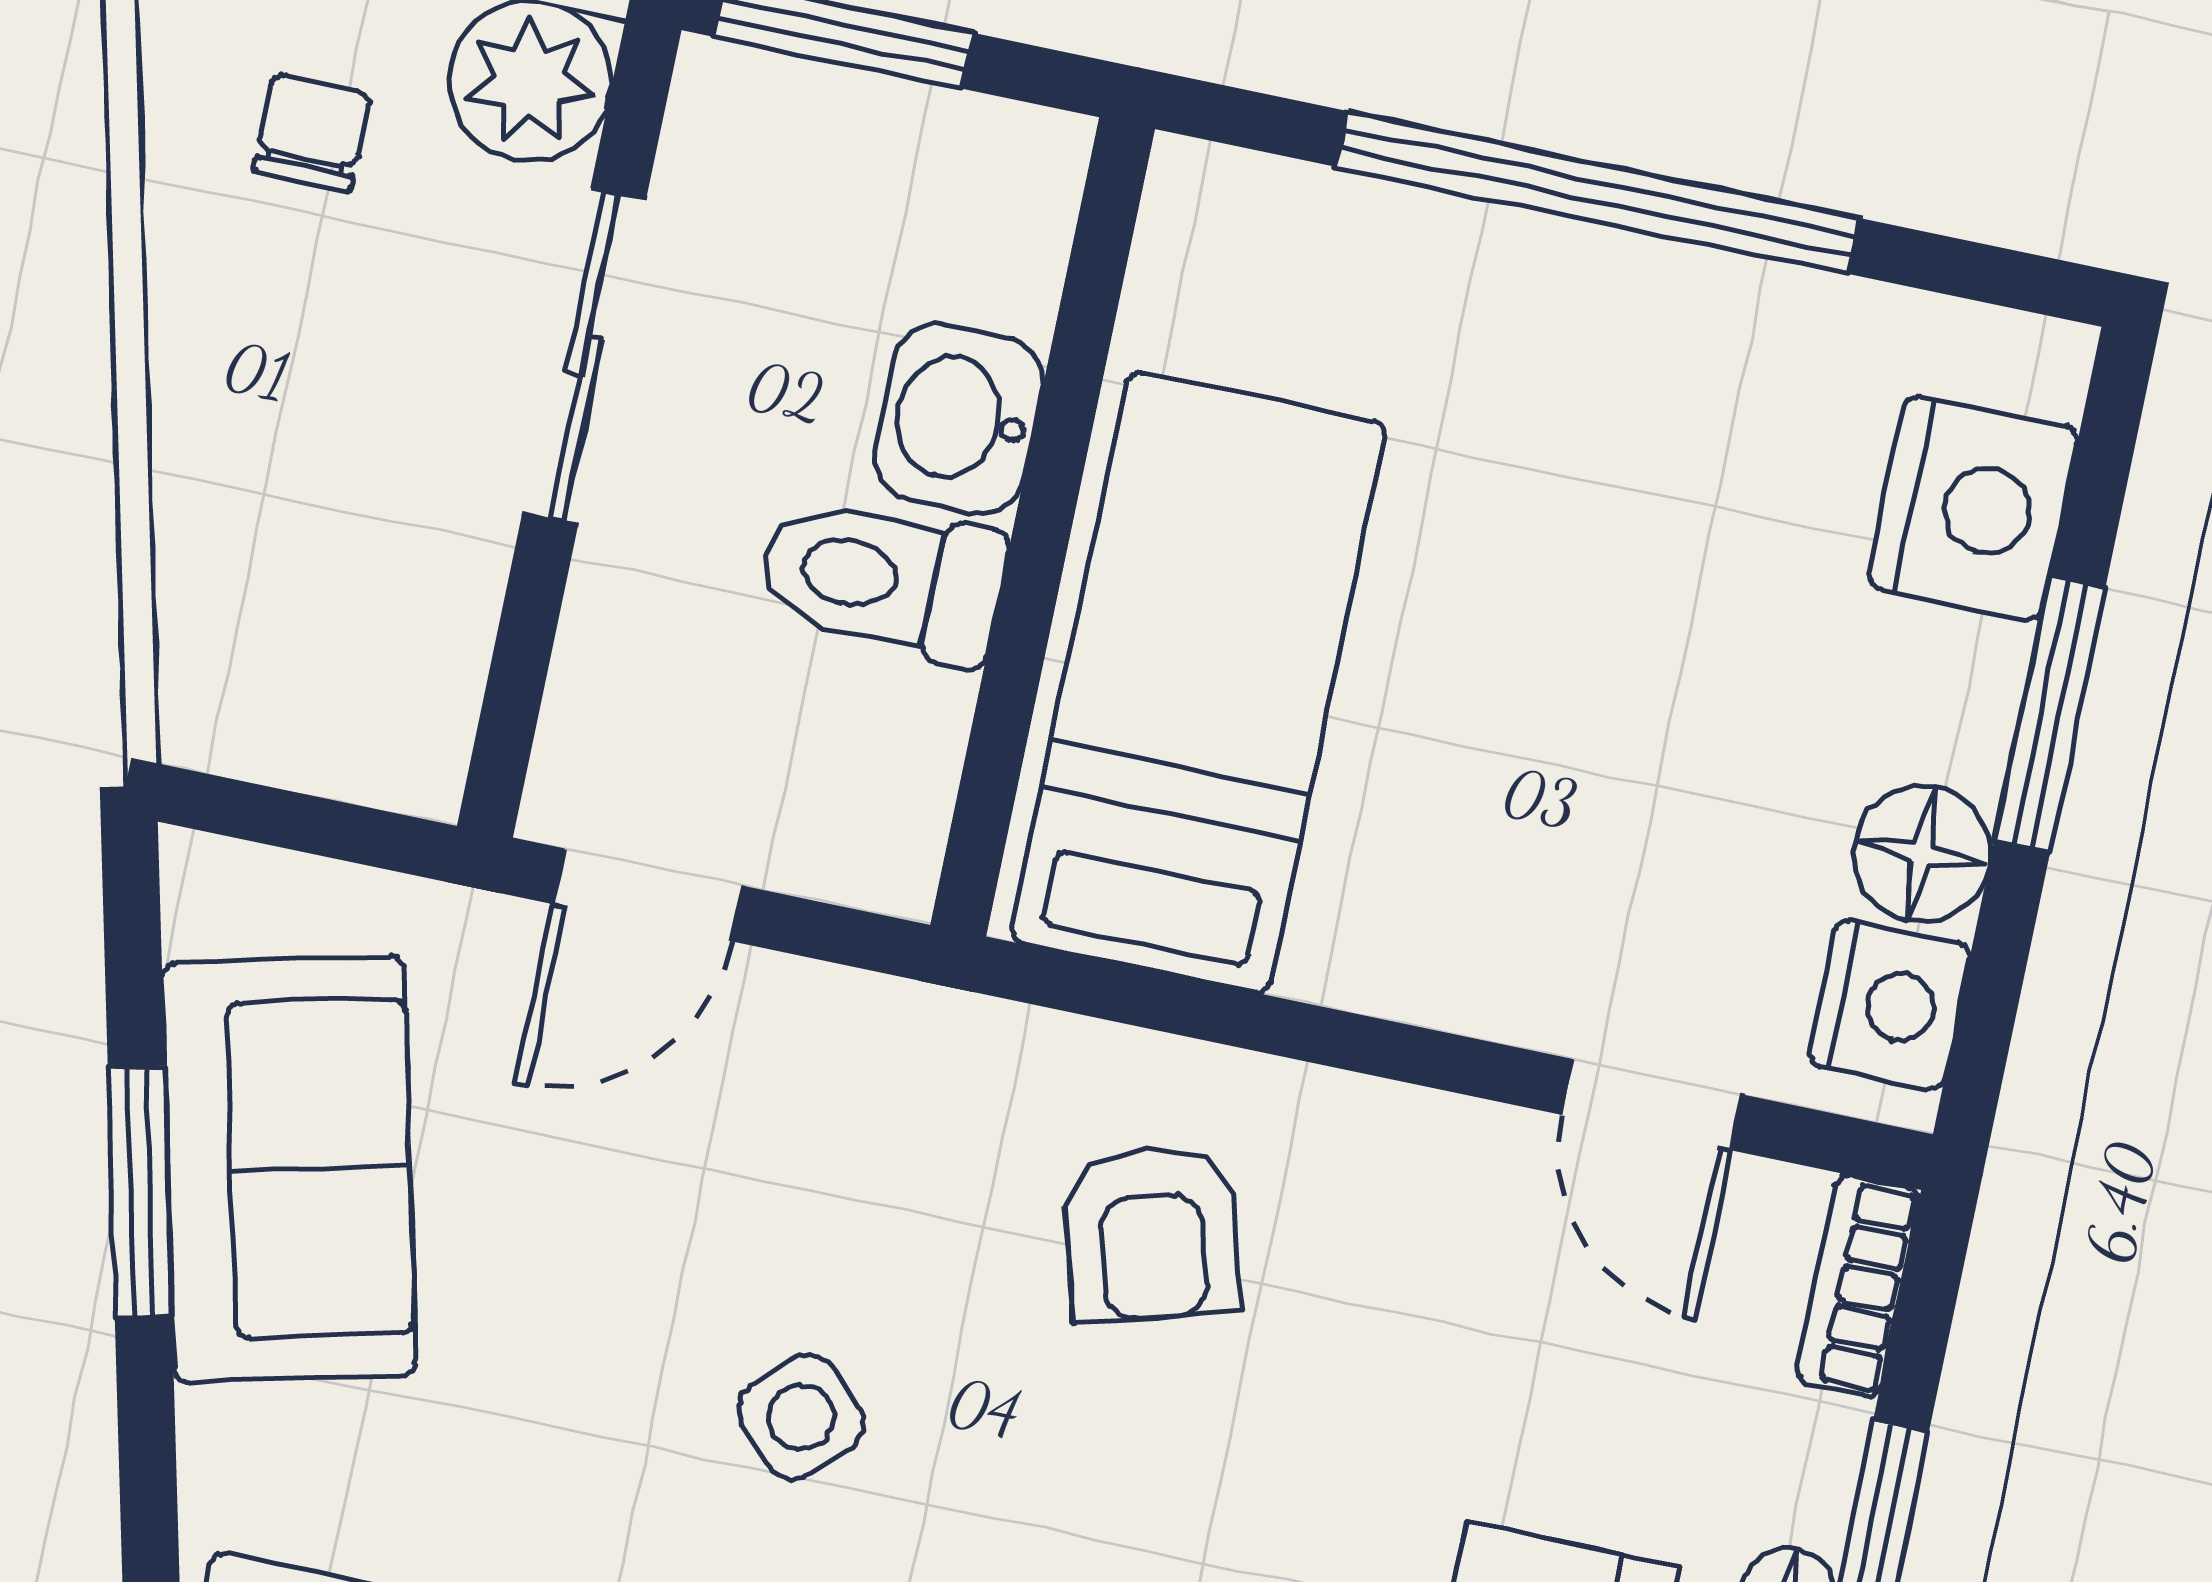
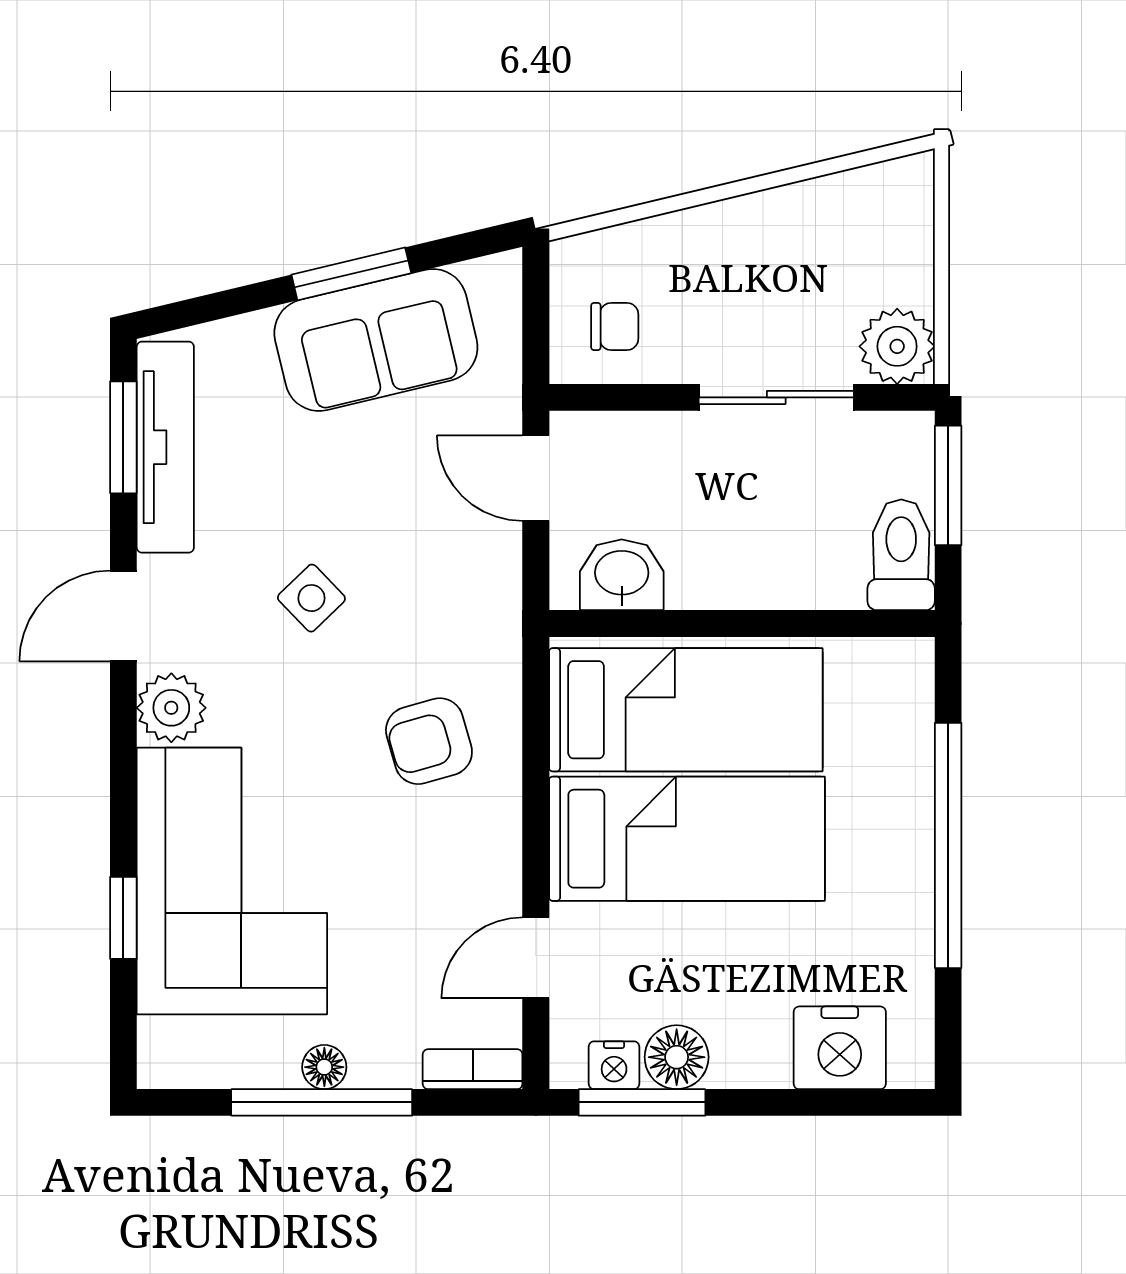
chair: (312, 132) -> (615, 326), moved
washbasin: (959, 419) -> (622, 575), moved
toilet: (881, 579) -> (901, 555), moved
window: (2050, 714) -> (642, 1102), moved
bed: (1469, 736) -> (687, 839), added
nightstand: (1889, 1005) -> (614, 1065), width x0.72, depth x0.74

